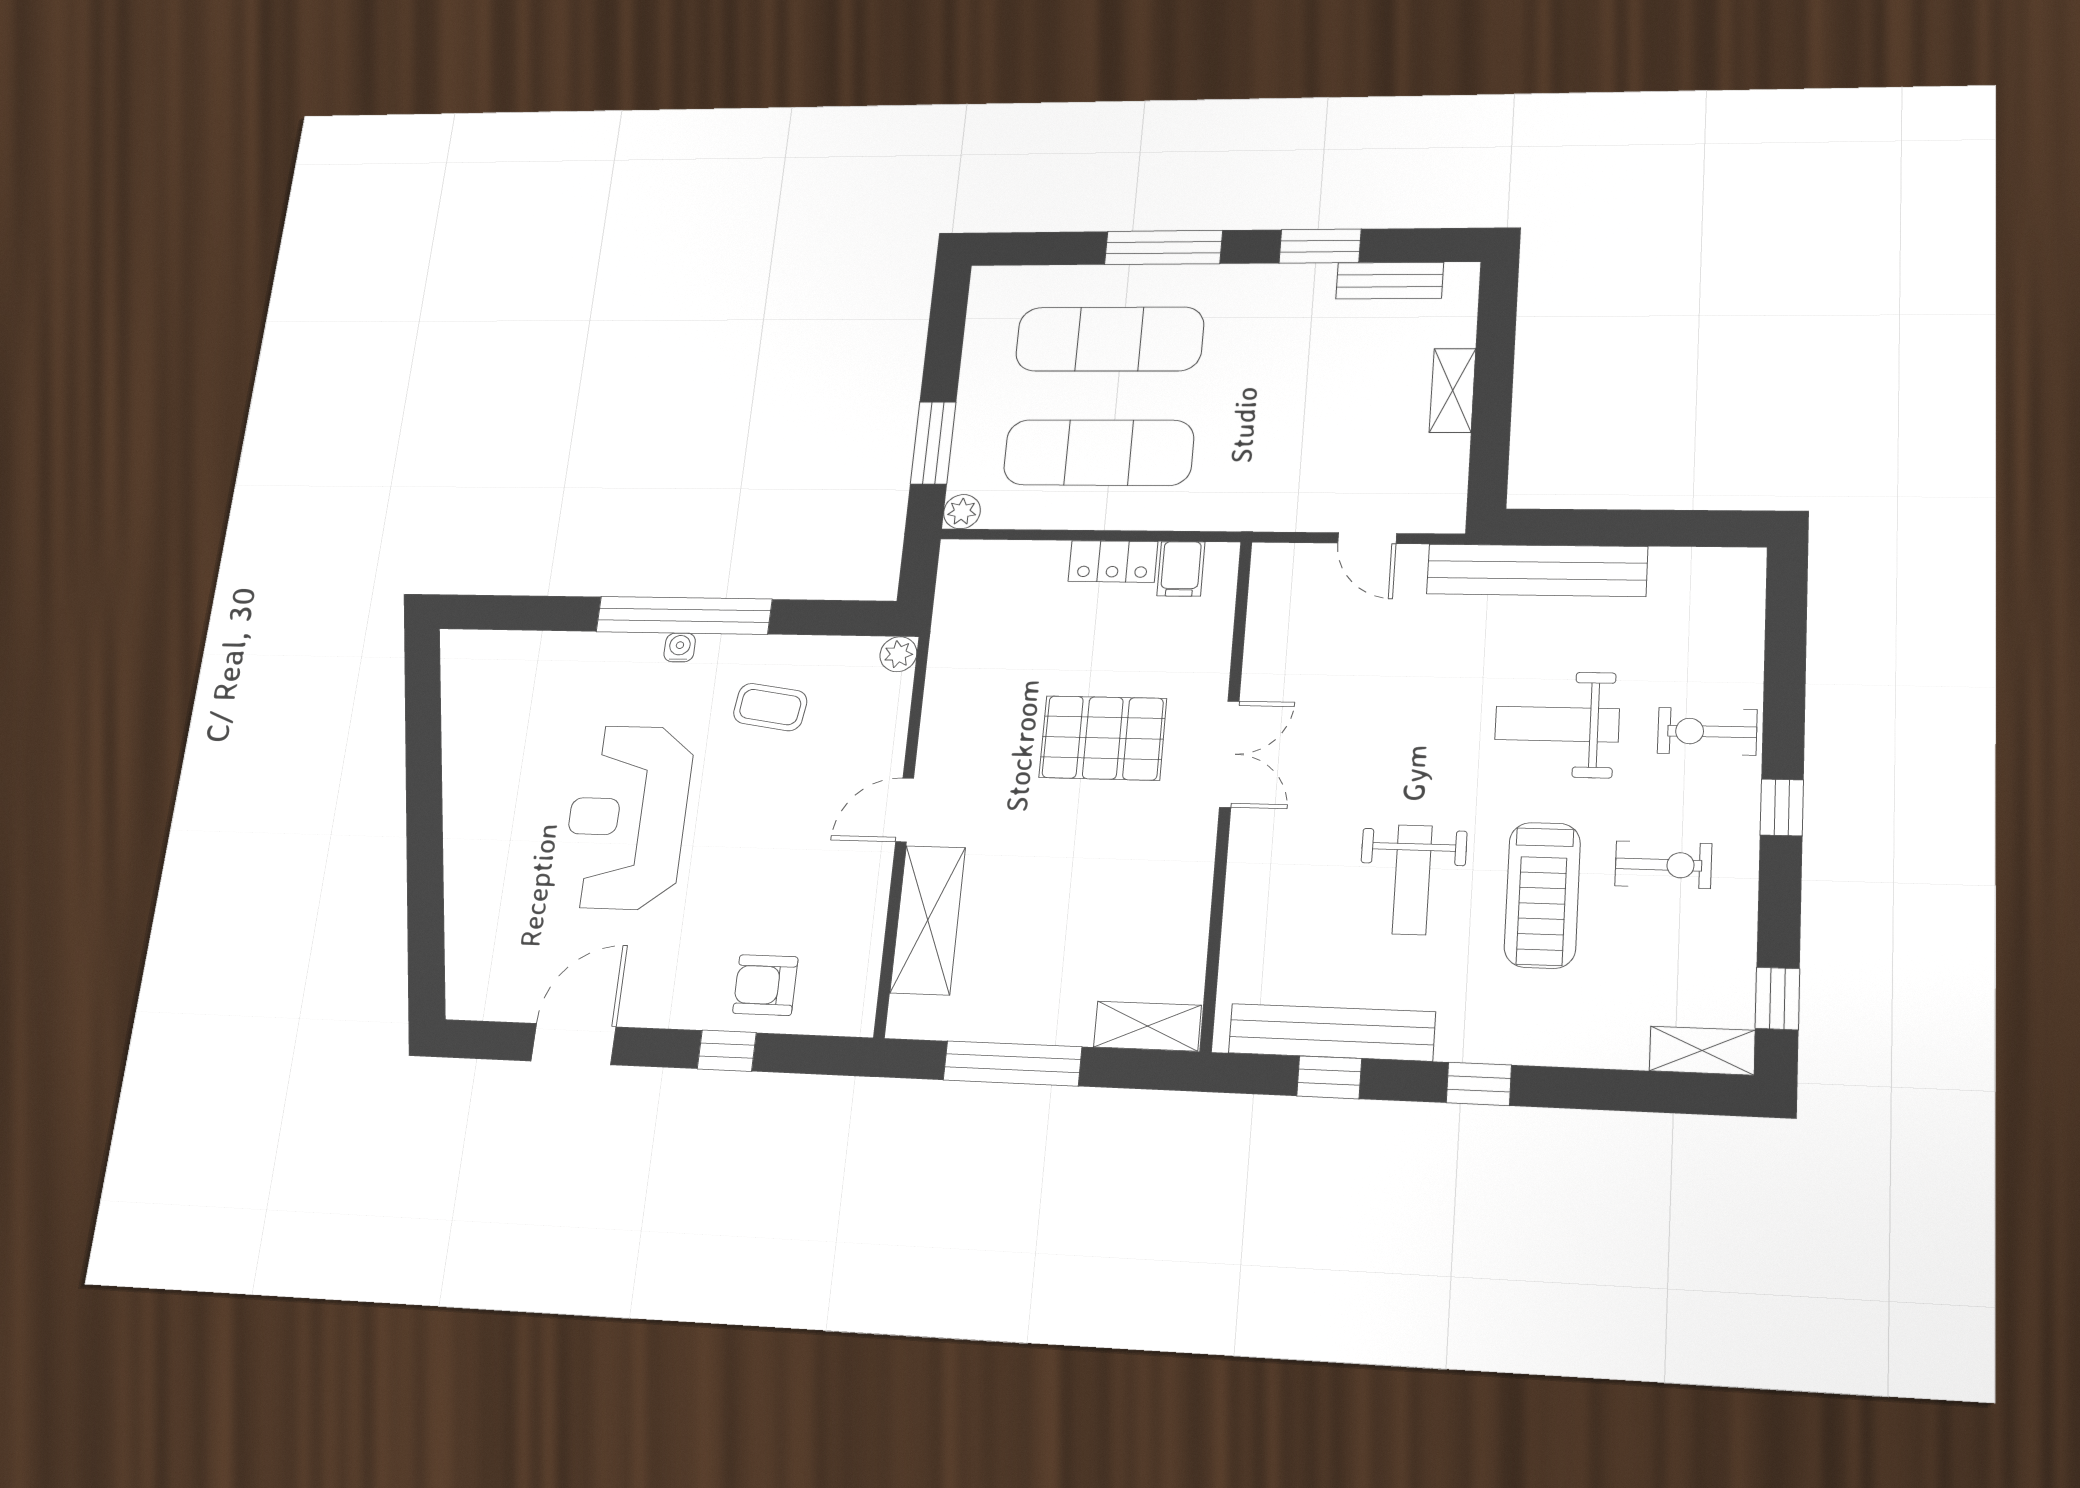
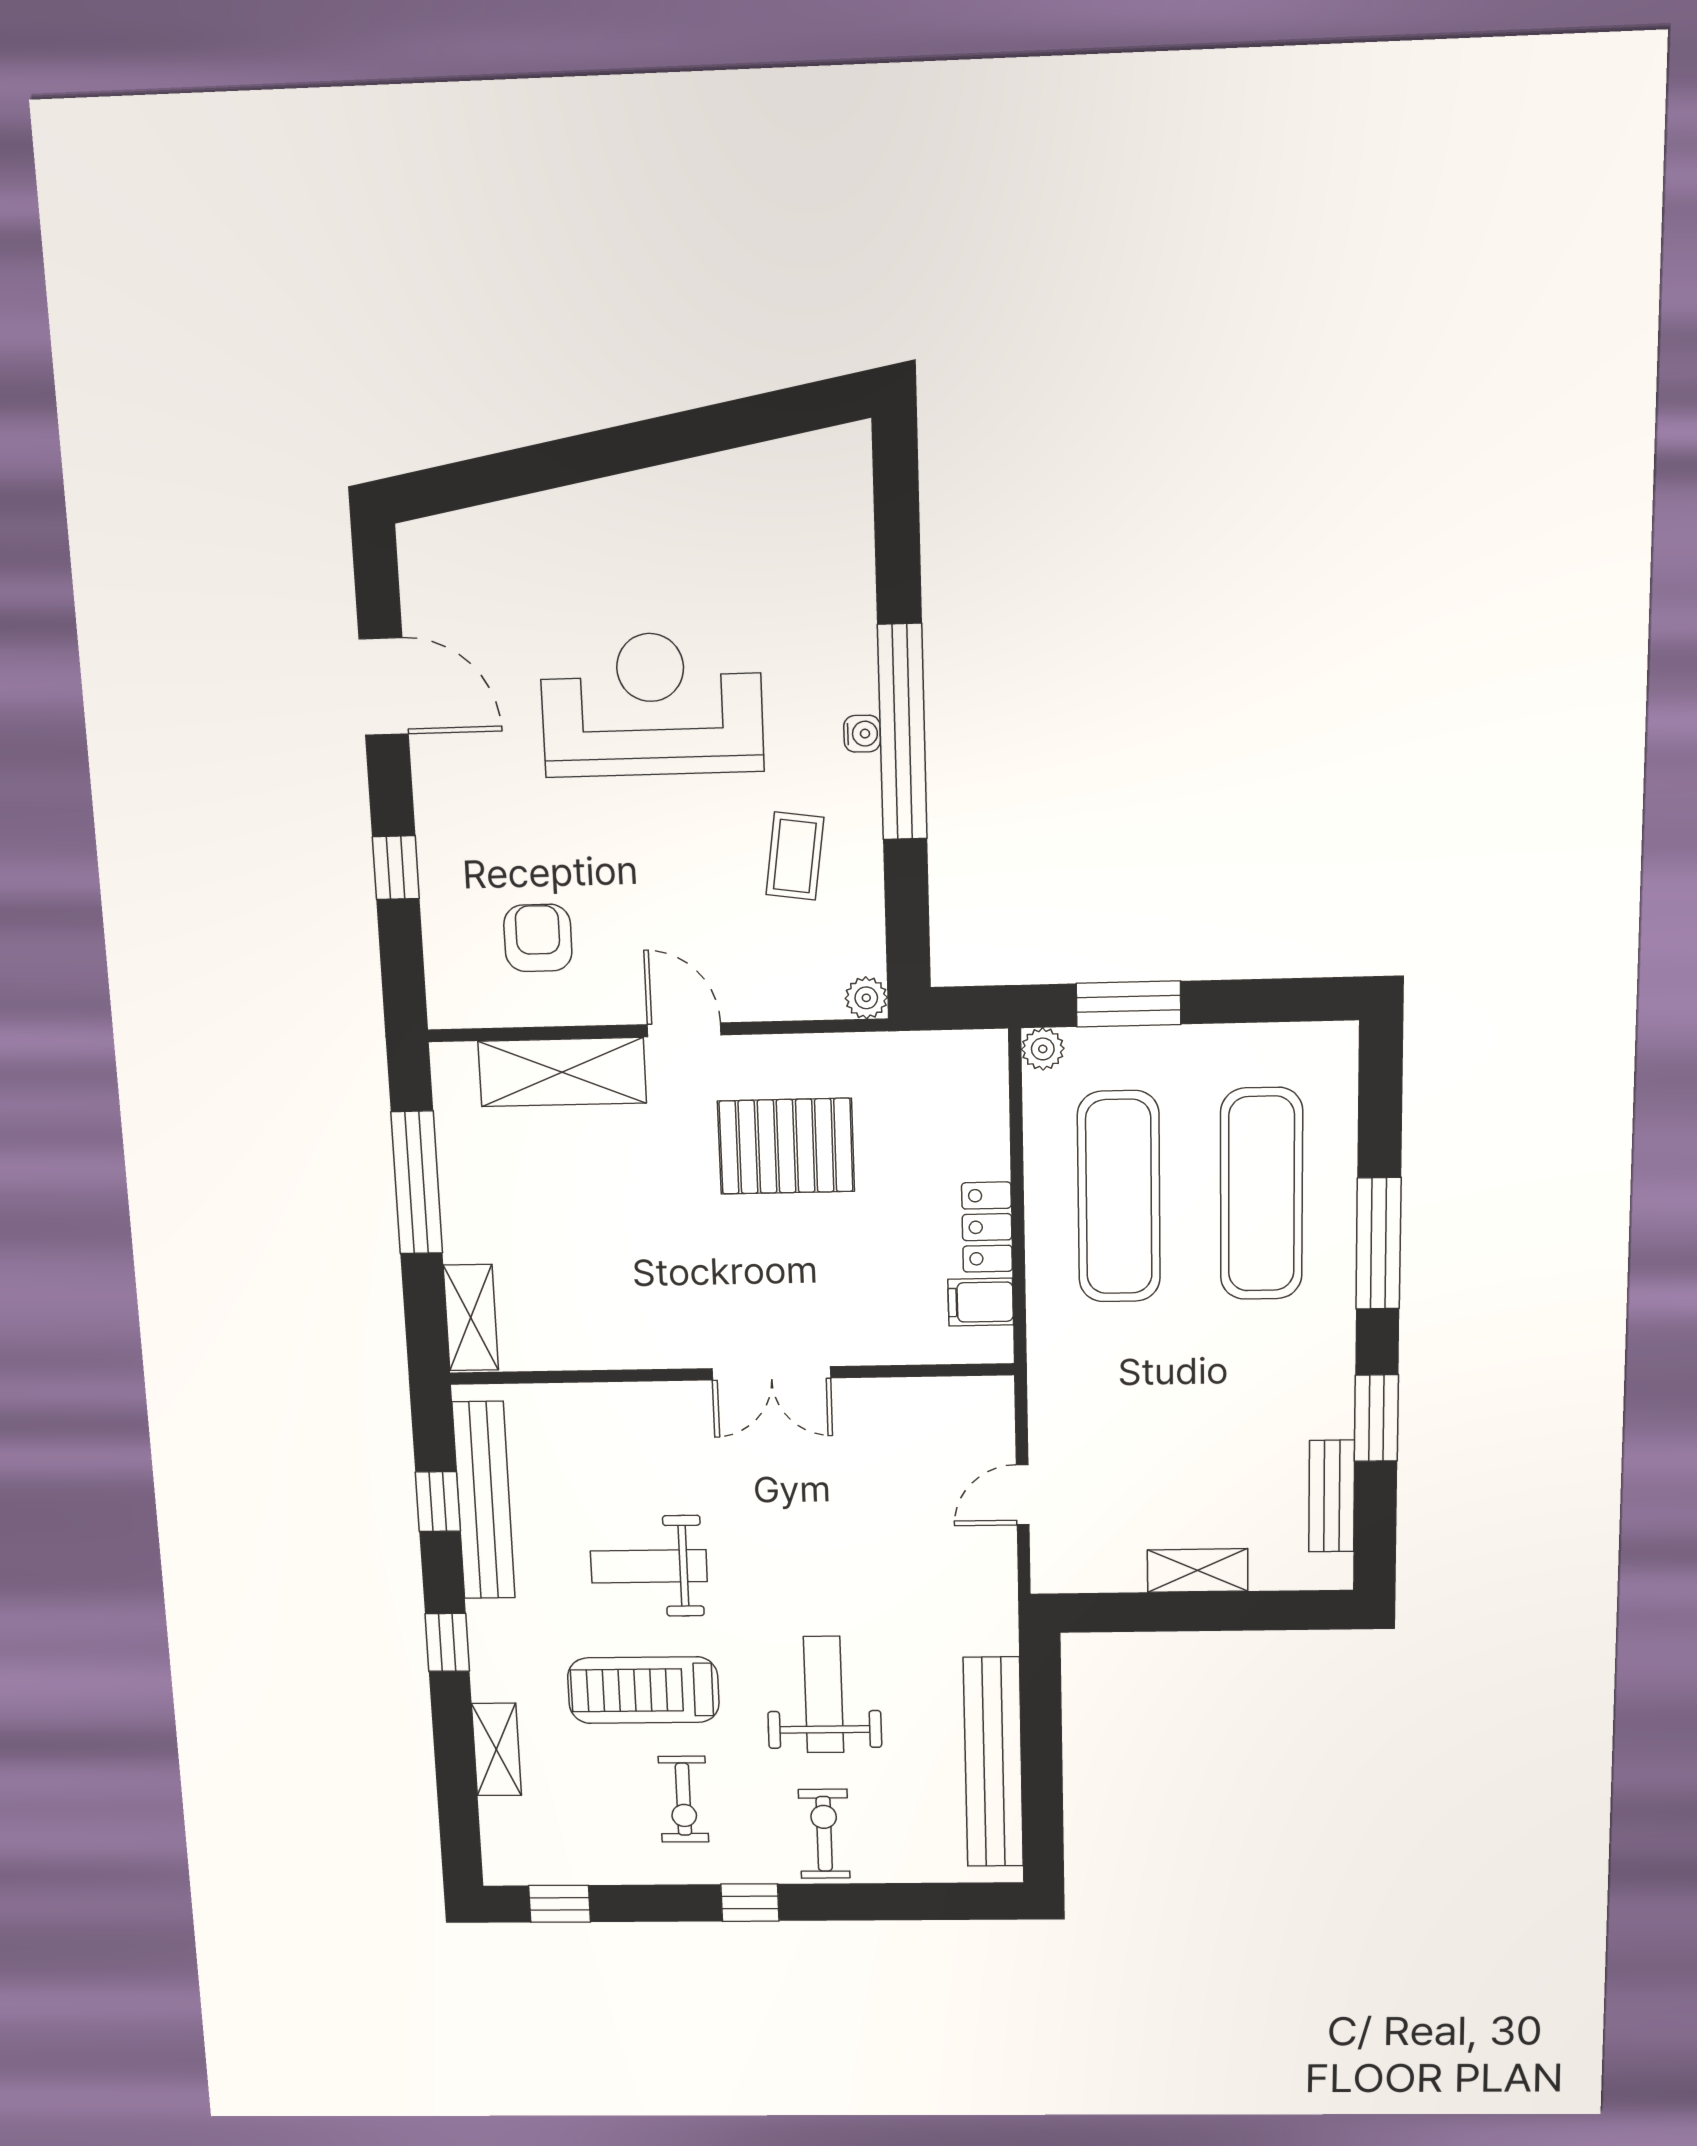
bench: (1537, 570) -> (993, 1762), moved
pallet: (1103, 738) -> (786, 1146), moved, turned 90
armchair: (765, 985) -> (538, 938), moved
shelving: (1702, 1051) -> (496, 1750), moved

